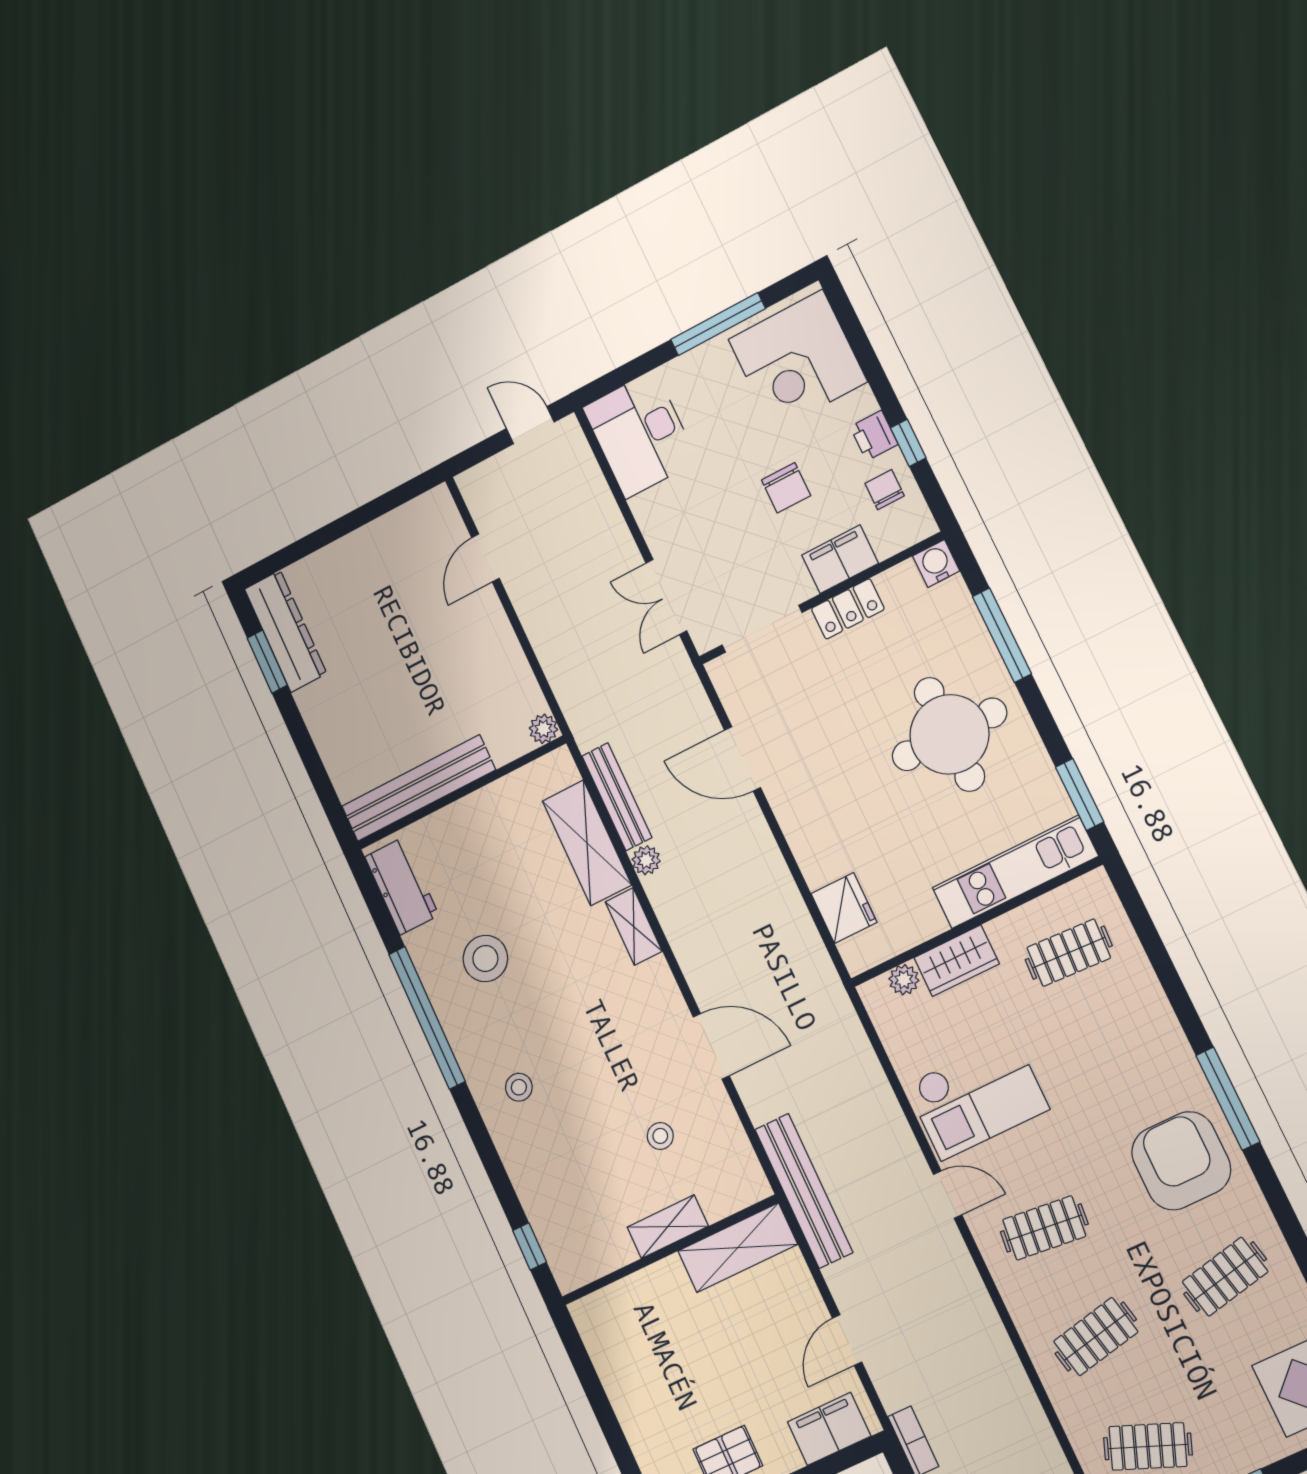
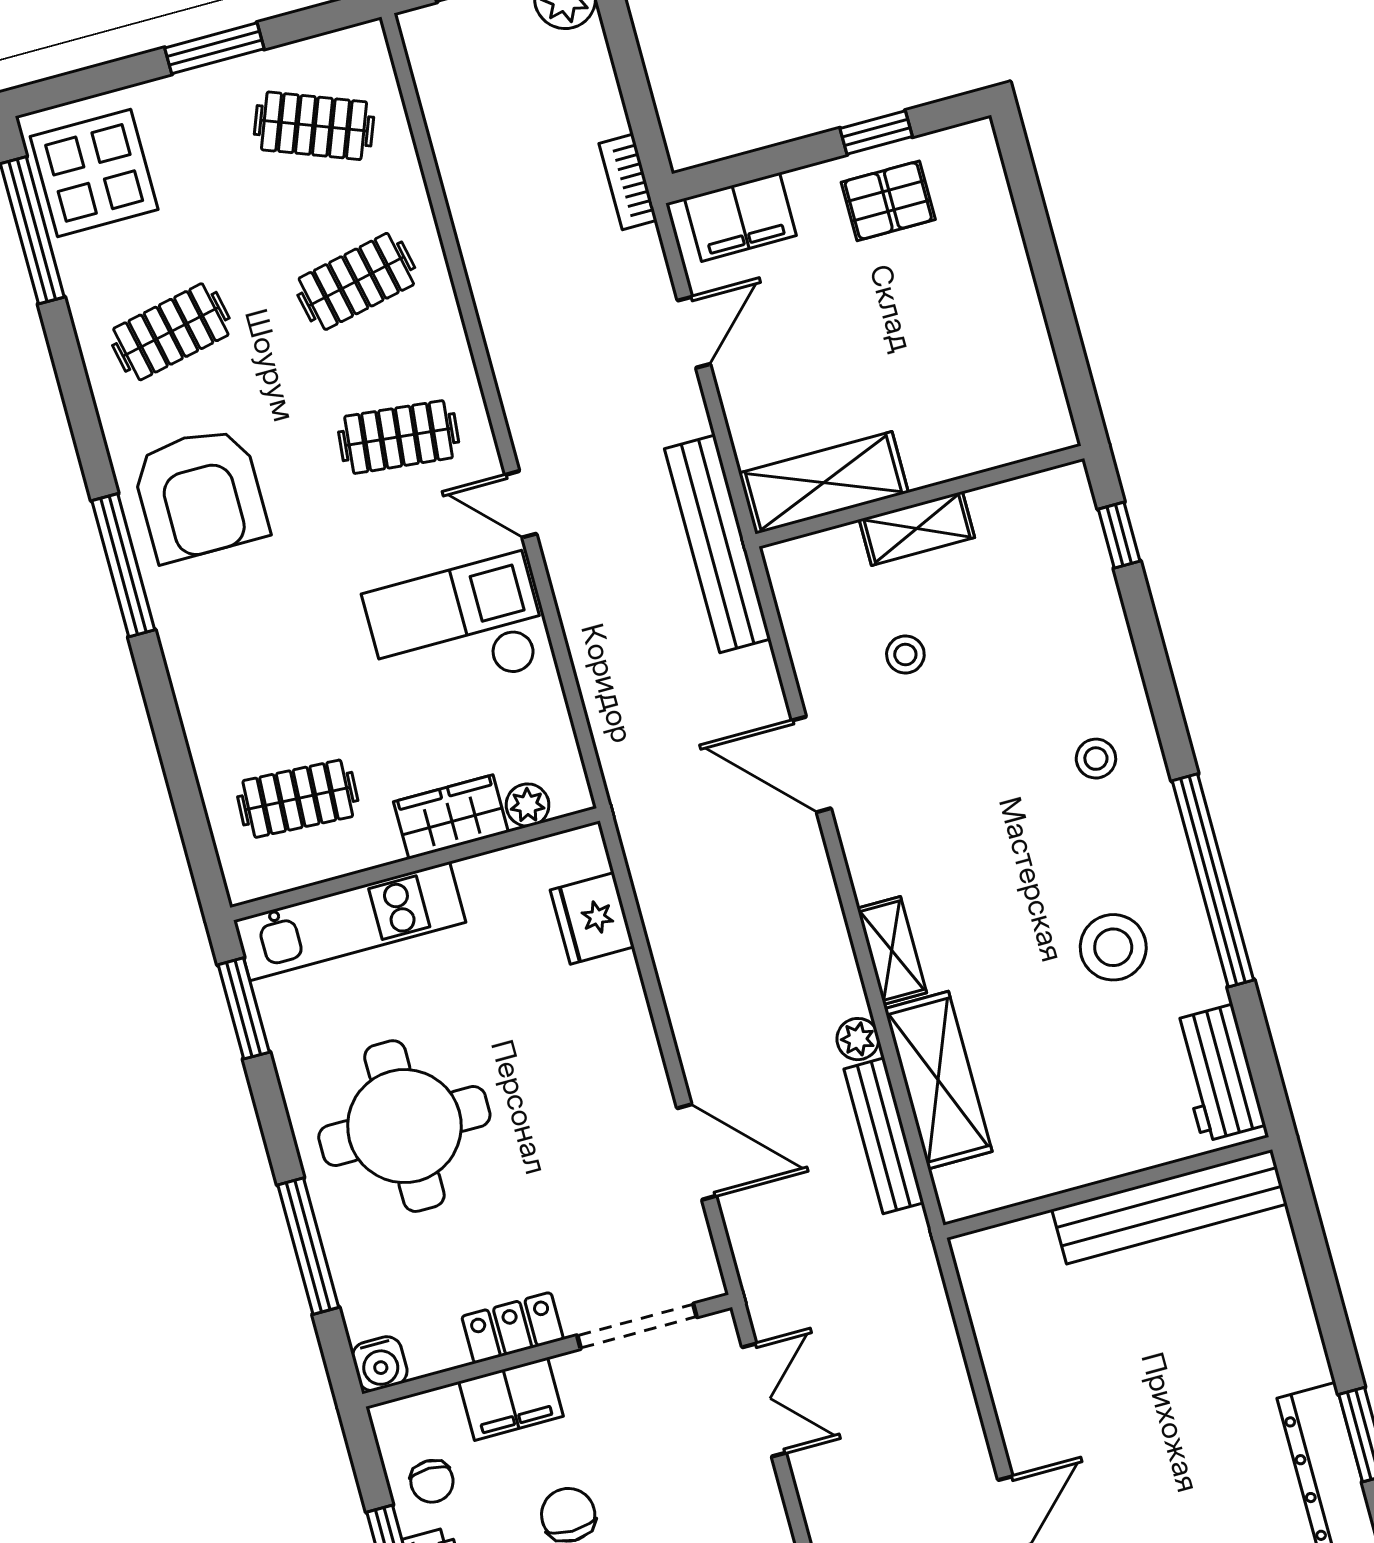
plant: (543, 729) -> (973, 1253), removed

